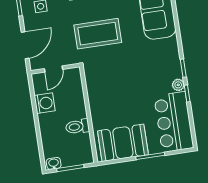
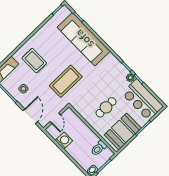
cafe table: (124, 100) -> (106, 107), added
toilet: (77, 127) -> (99, 148), moved

